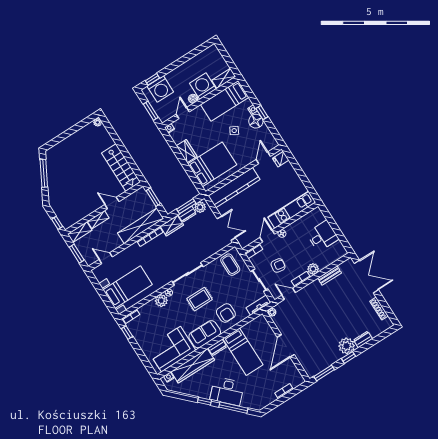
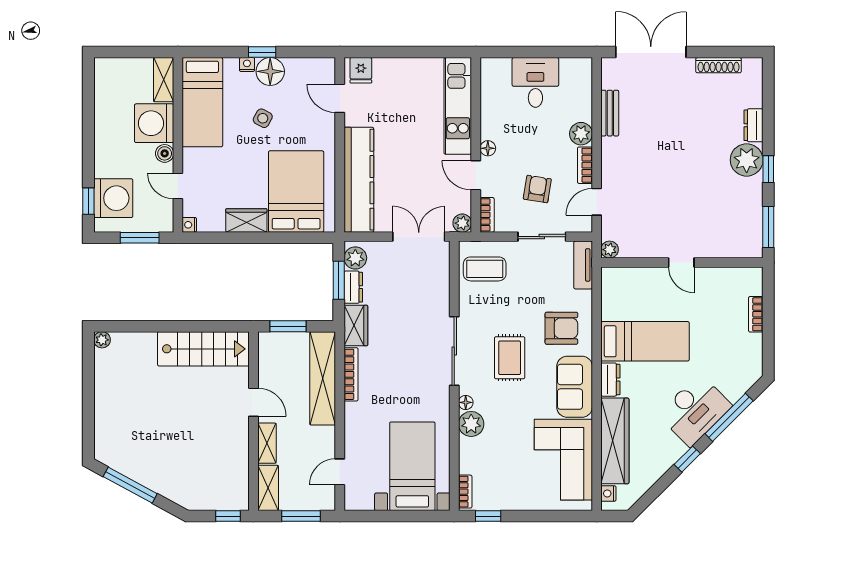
door: (112, 203) -> (253, 402), swing flipped
plant: (244, 243) -> (462, 223), added
door: (286, 346) -> (681, 262), width x0.53

